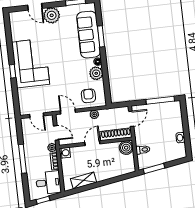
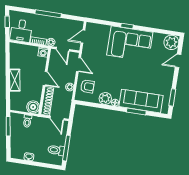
plant: (52, 15) -> (171, 42), moved
toilet: (166, 111) -> (56, 150), added
door: (68, 112) -> (79, 65), hinge flipped
door: (56, 133) -> (63, 49), hinge flipped
shelving: (83, 180) -> (15, 80), moved

